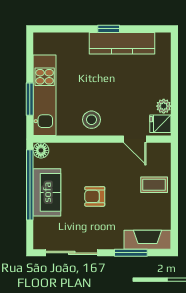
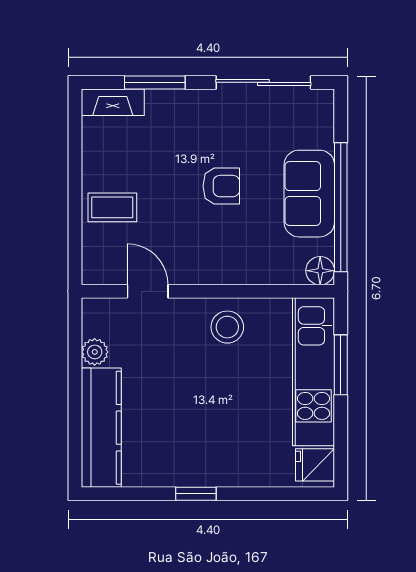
kitchen counter: (122, 43) -> (101, 428), moved, turned 90
fridge: (160, 124) -> (315, 465), moved, turned 180
fireplace: (148, 240) -> (113, 102), width x0.73, depth x0.76

